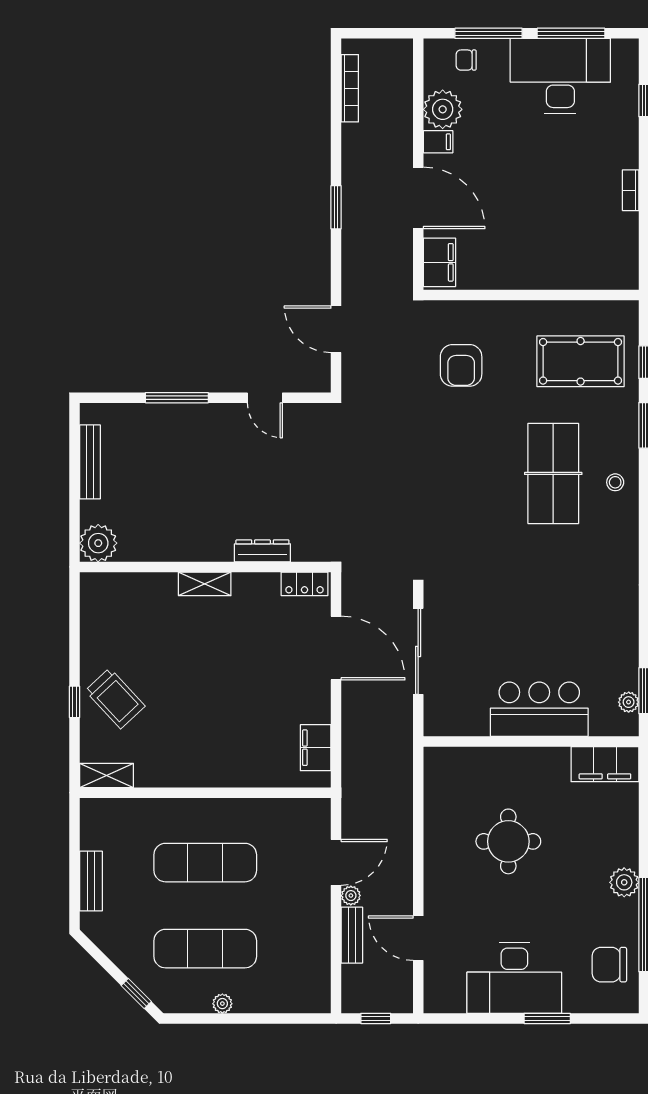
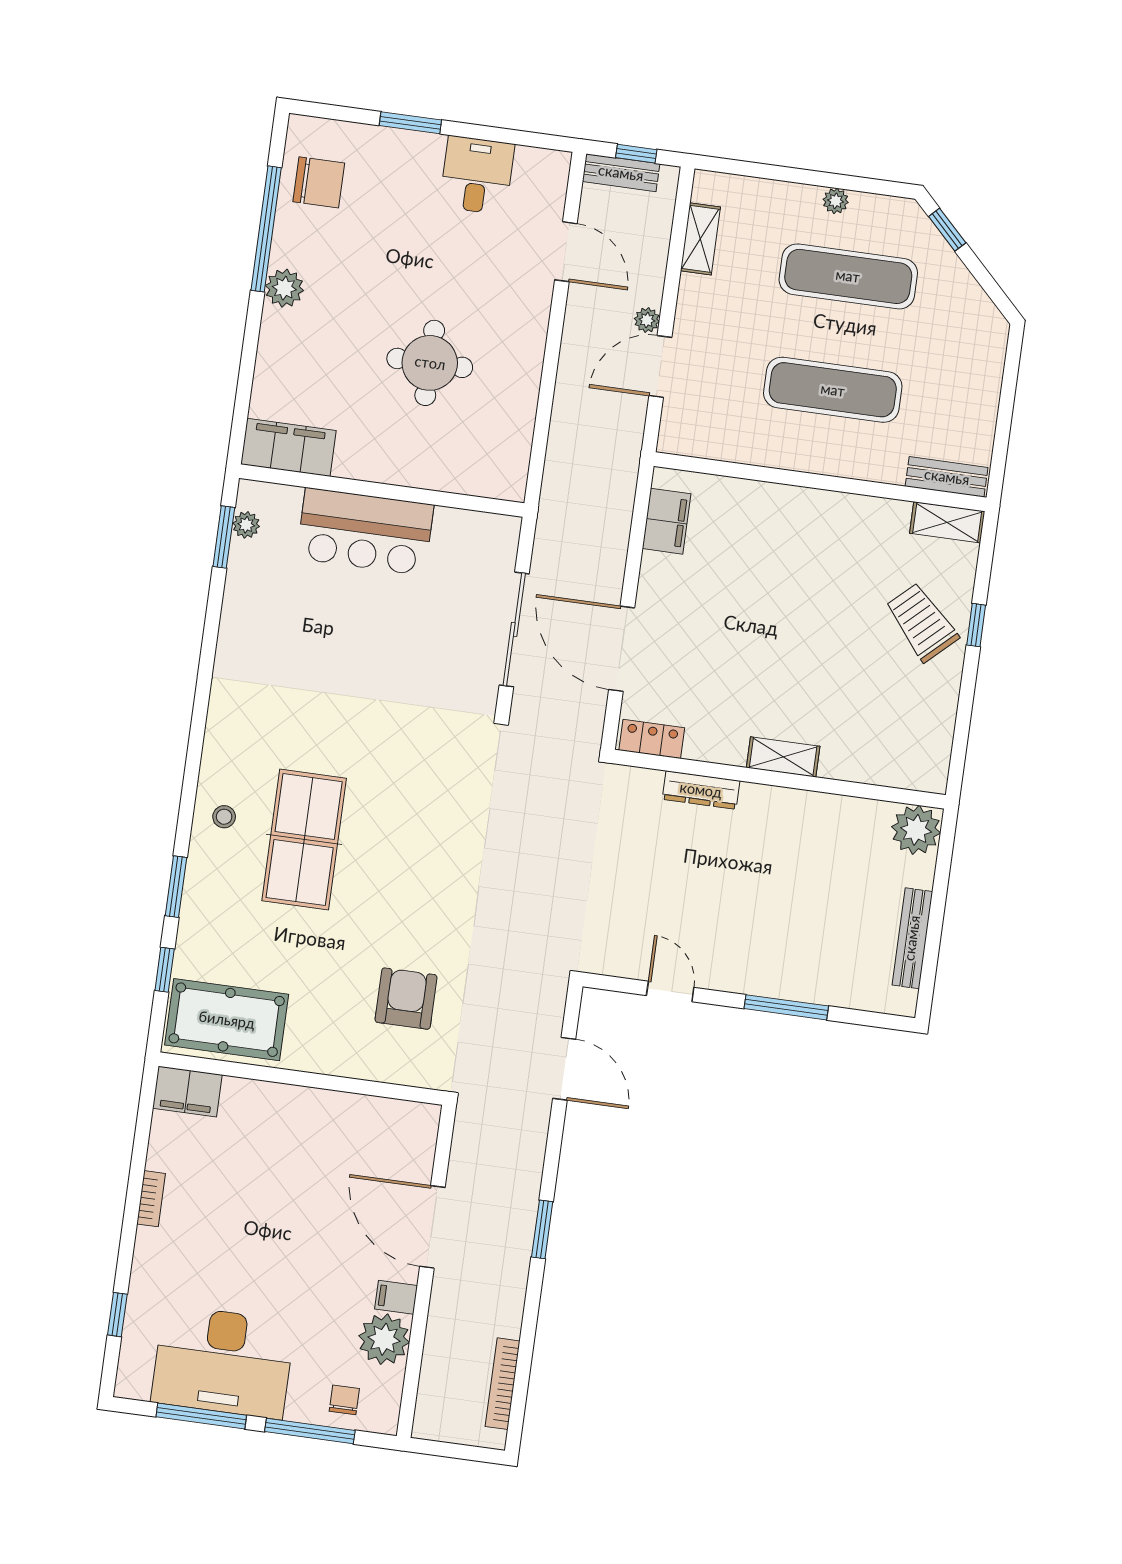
chair: (466, 60) -> (344, 1400), turned -90
filing cabinet: (439, 262) -> (187, 1092), moved, turned -90
pool table: (581, 361) -> (227, 1020), moved
bench: (91, 881) -> (947, 477), moved, turned 90
bench: (352, 935) -> (621, 173), moved, turned 90
shelving: (319, 961) -> (700, 239), added
desk: (514, 978) -> (477, 175), width x0.53, depth x0.77

